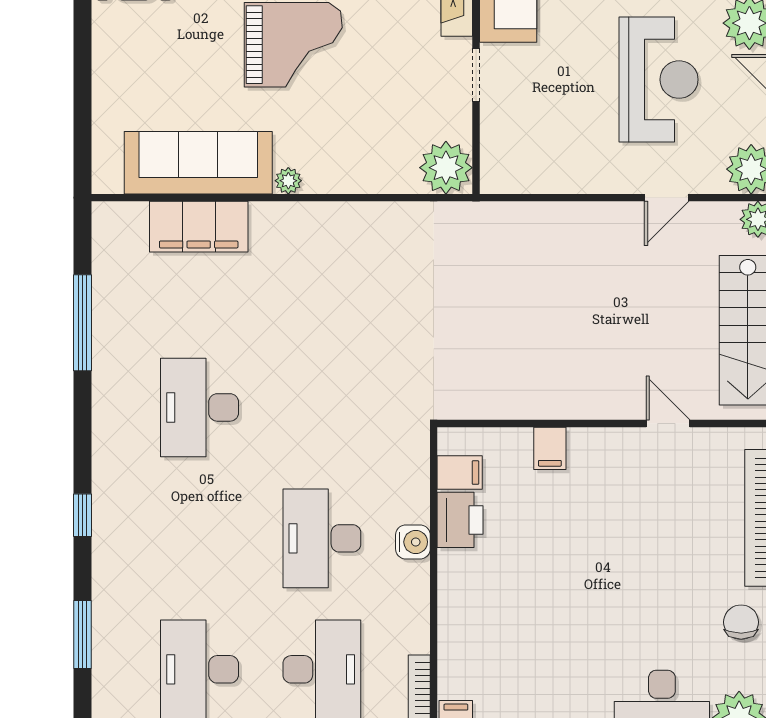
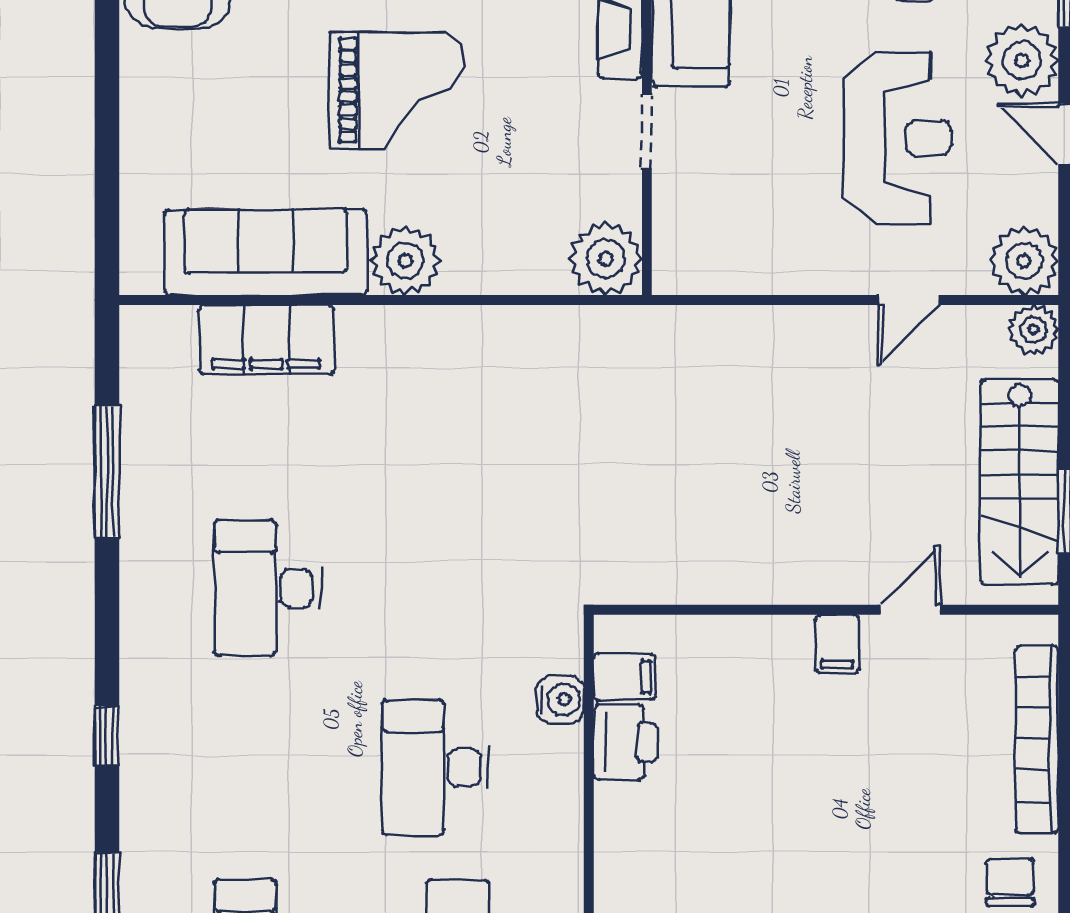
plant: (288, 181) -> (405, 261), width x1.88, depth x1.88
door: (668, 424) -> (910, 610), hinge flipped
filing cabinet: (550, 448) -> (837, 644), moved
water cooler: (413, 542) -> (560, 699), moved

